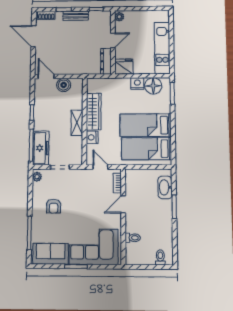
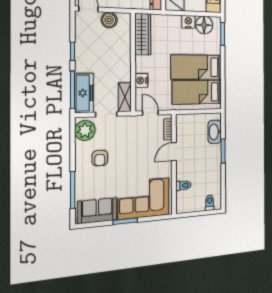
wardrobe: (94, 112) -> (143, 34), moved
shelving: (77, 123) -> (125, 97), moved
plant: (37, 177) -> (85, 131), width x1.87, depth x1.87

